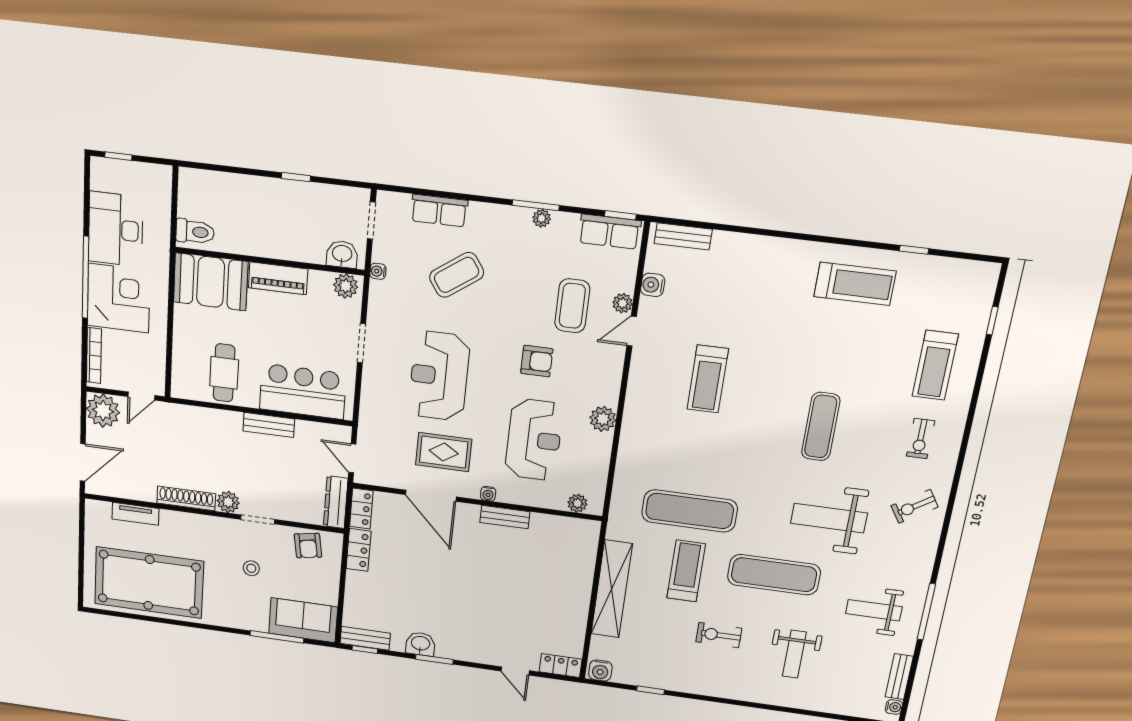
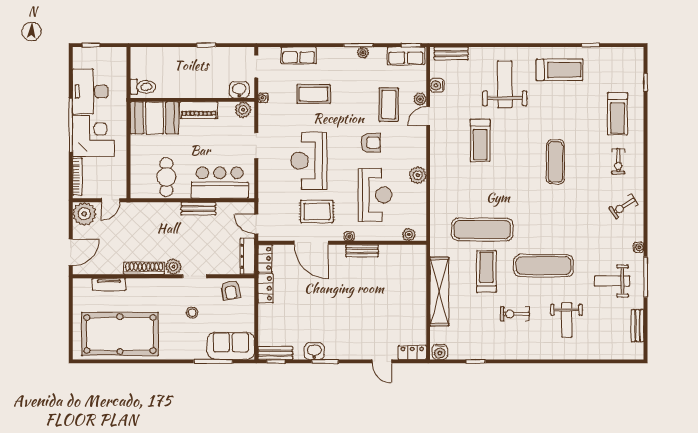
coffee table: (457, 275) -> (314, 94), turned 35
weight bench: (829, 518) -> (505, 84), moved, turned 90
water cooler: (894, 707) -> (639, 247), moved

